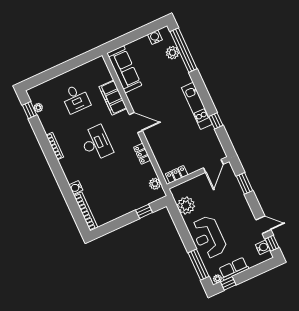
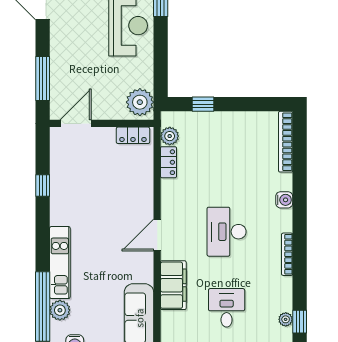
kitchen unit: (197, 106) -> (60, 263), moved
door: (136, 123) -> (157, 235), hinge flipped
locker: (142, 154) -> (168, 162), moved
window: (245, 183) -> (43, 79), width x1.44
water cooler: (76, 188) -> (284, 200), moved
plant: (186, 205) -> (140, 102), moved

